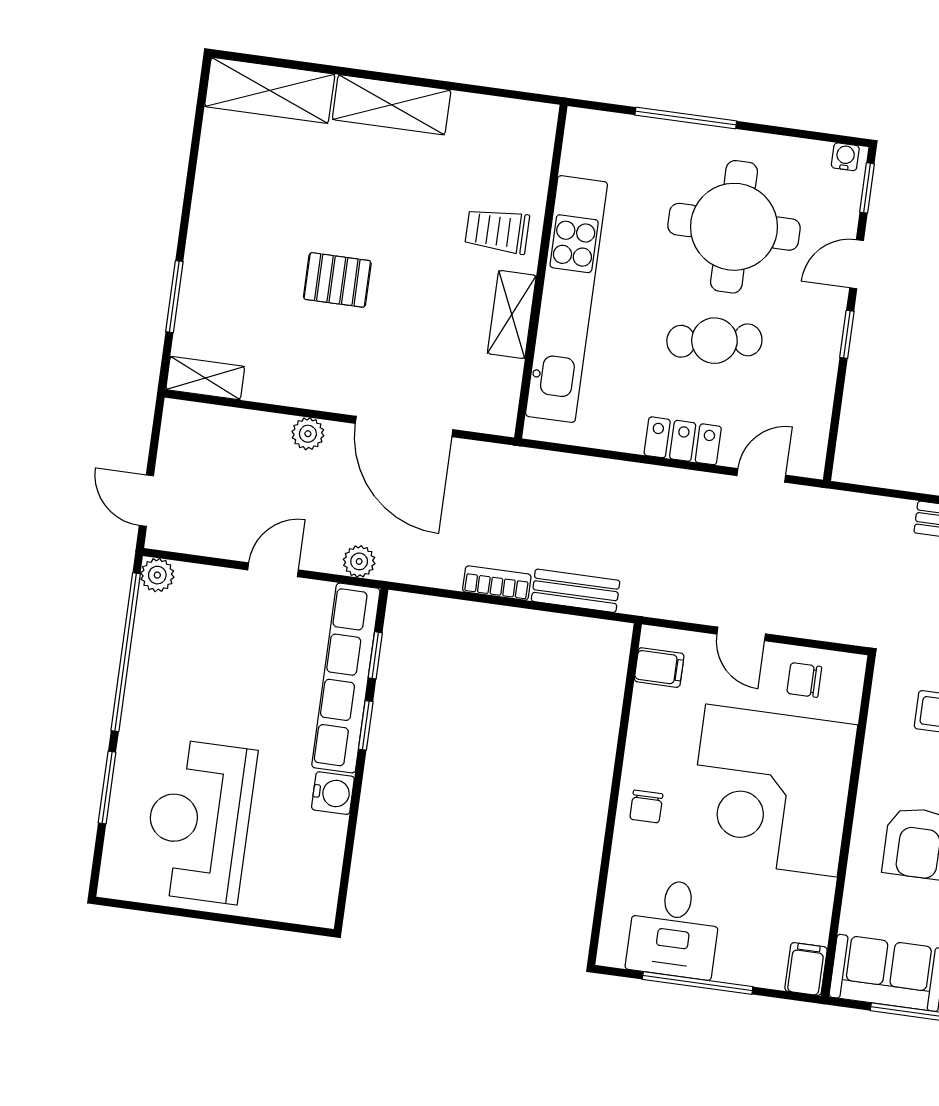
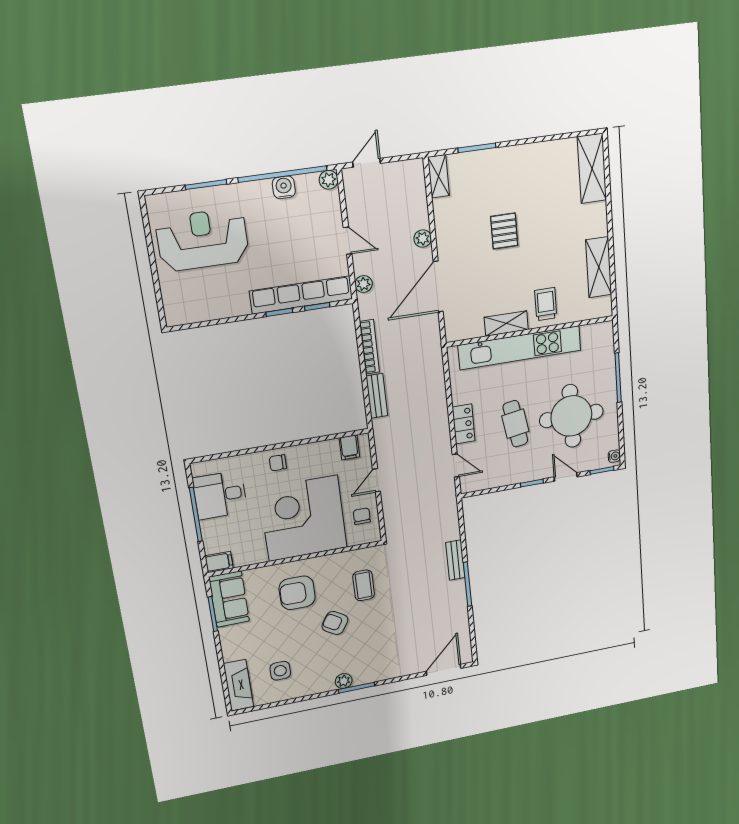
shelving: (392, 105) -> (599, 267), moved
bookcase: (497, 583) -> (369, 347), width x1.56
water cooler: (333, 793) -> (284, 187), moved, turned 180

